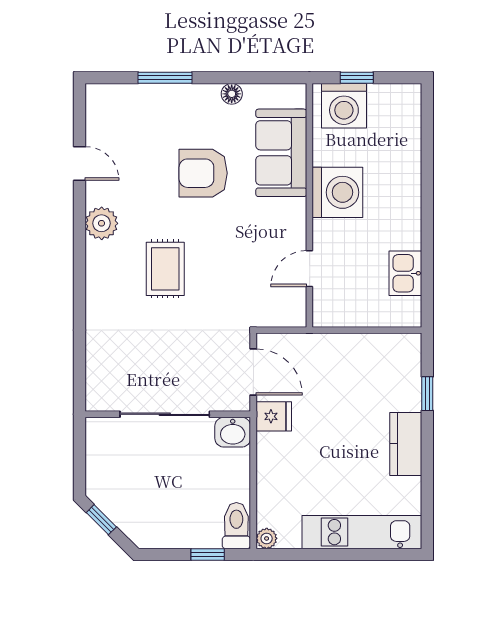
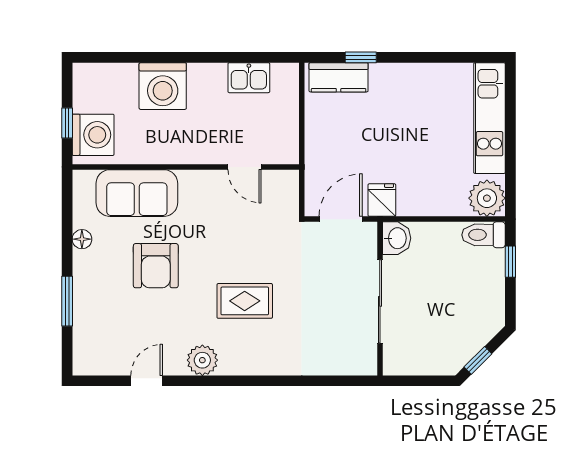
washing machine: (337, 192) -> (163, 86), moved, turned 180
kitchen counter: (406, 444) -> (339, 77), moved
plant: (267, 538) -> (487, 198), width x1.88, depth x1.88

